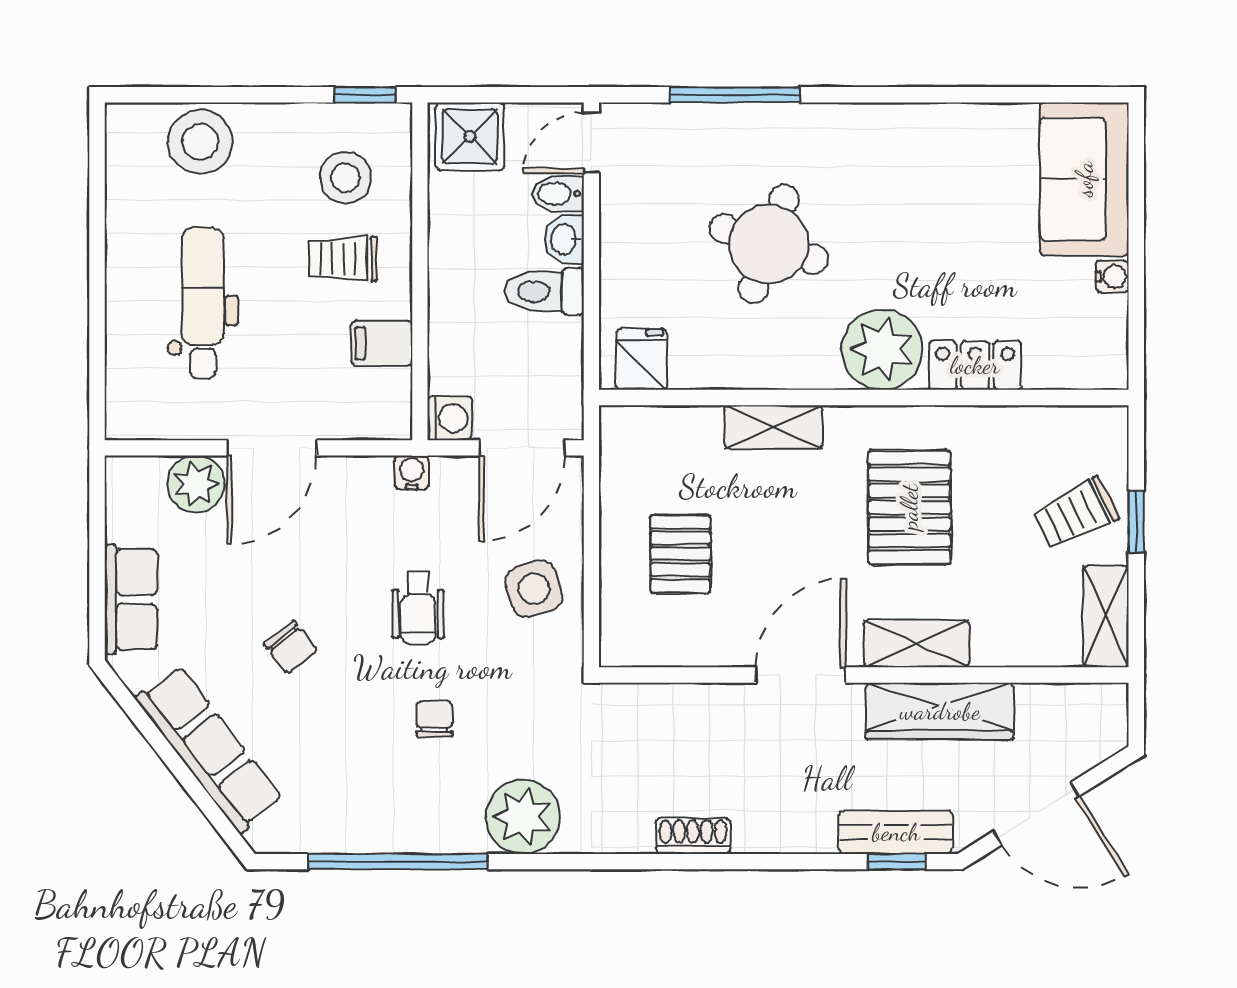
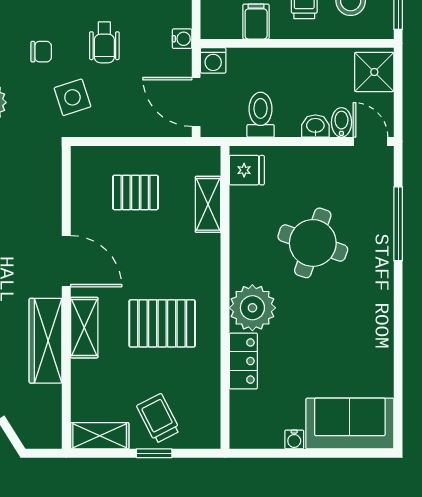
toilet: (545, 291) -> (261, 115), moved
shelving: (774, 427) -> (208, 204), moved
side table: (534, 589) -> (72, 97), moved
wheelchair: (418, 608) -> (104, 42), turned -90

